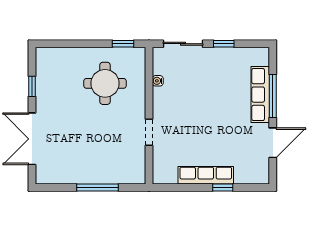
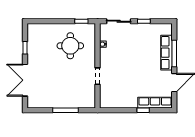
row of seats: (206, 175) -> (155, 103), moved

